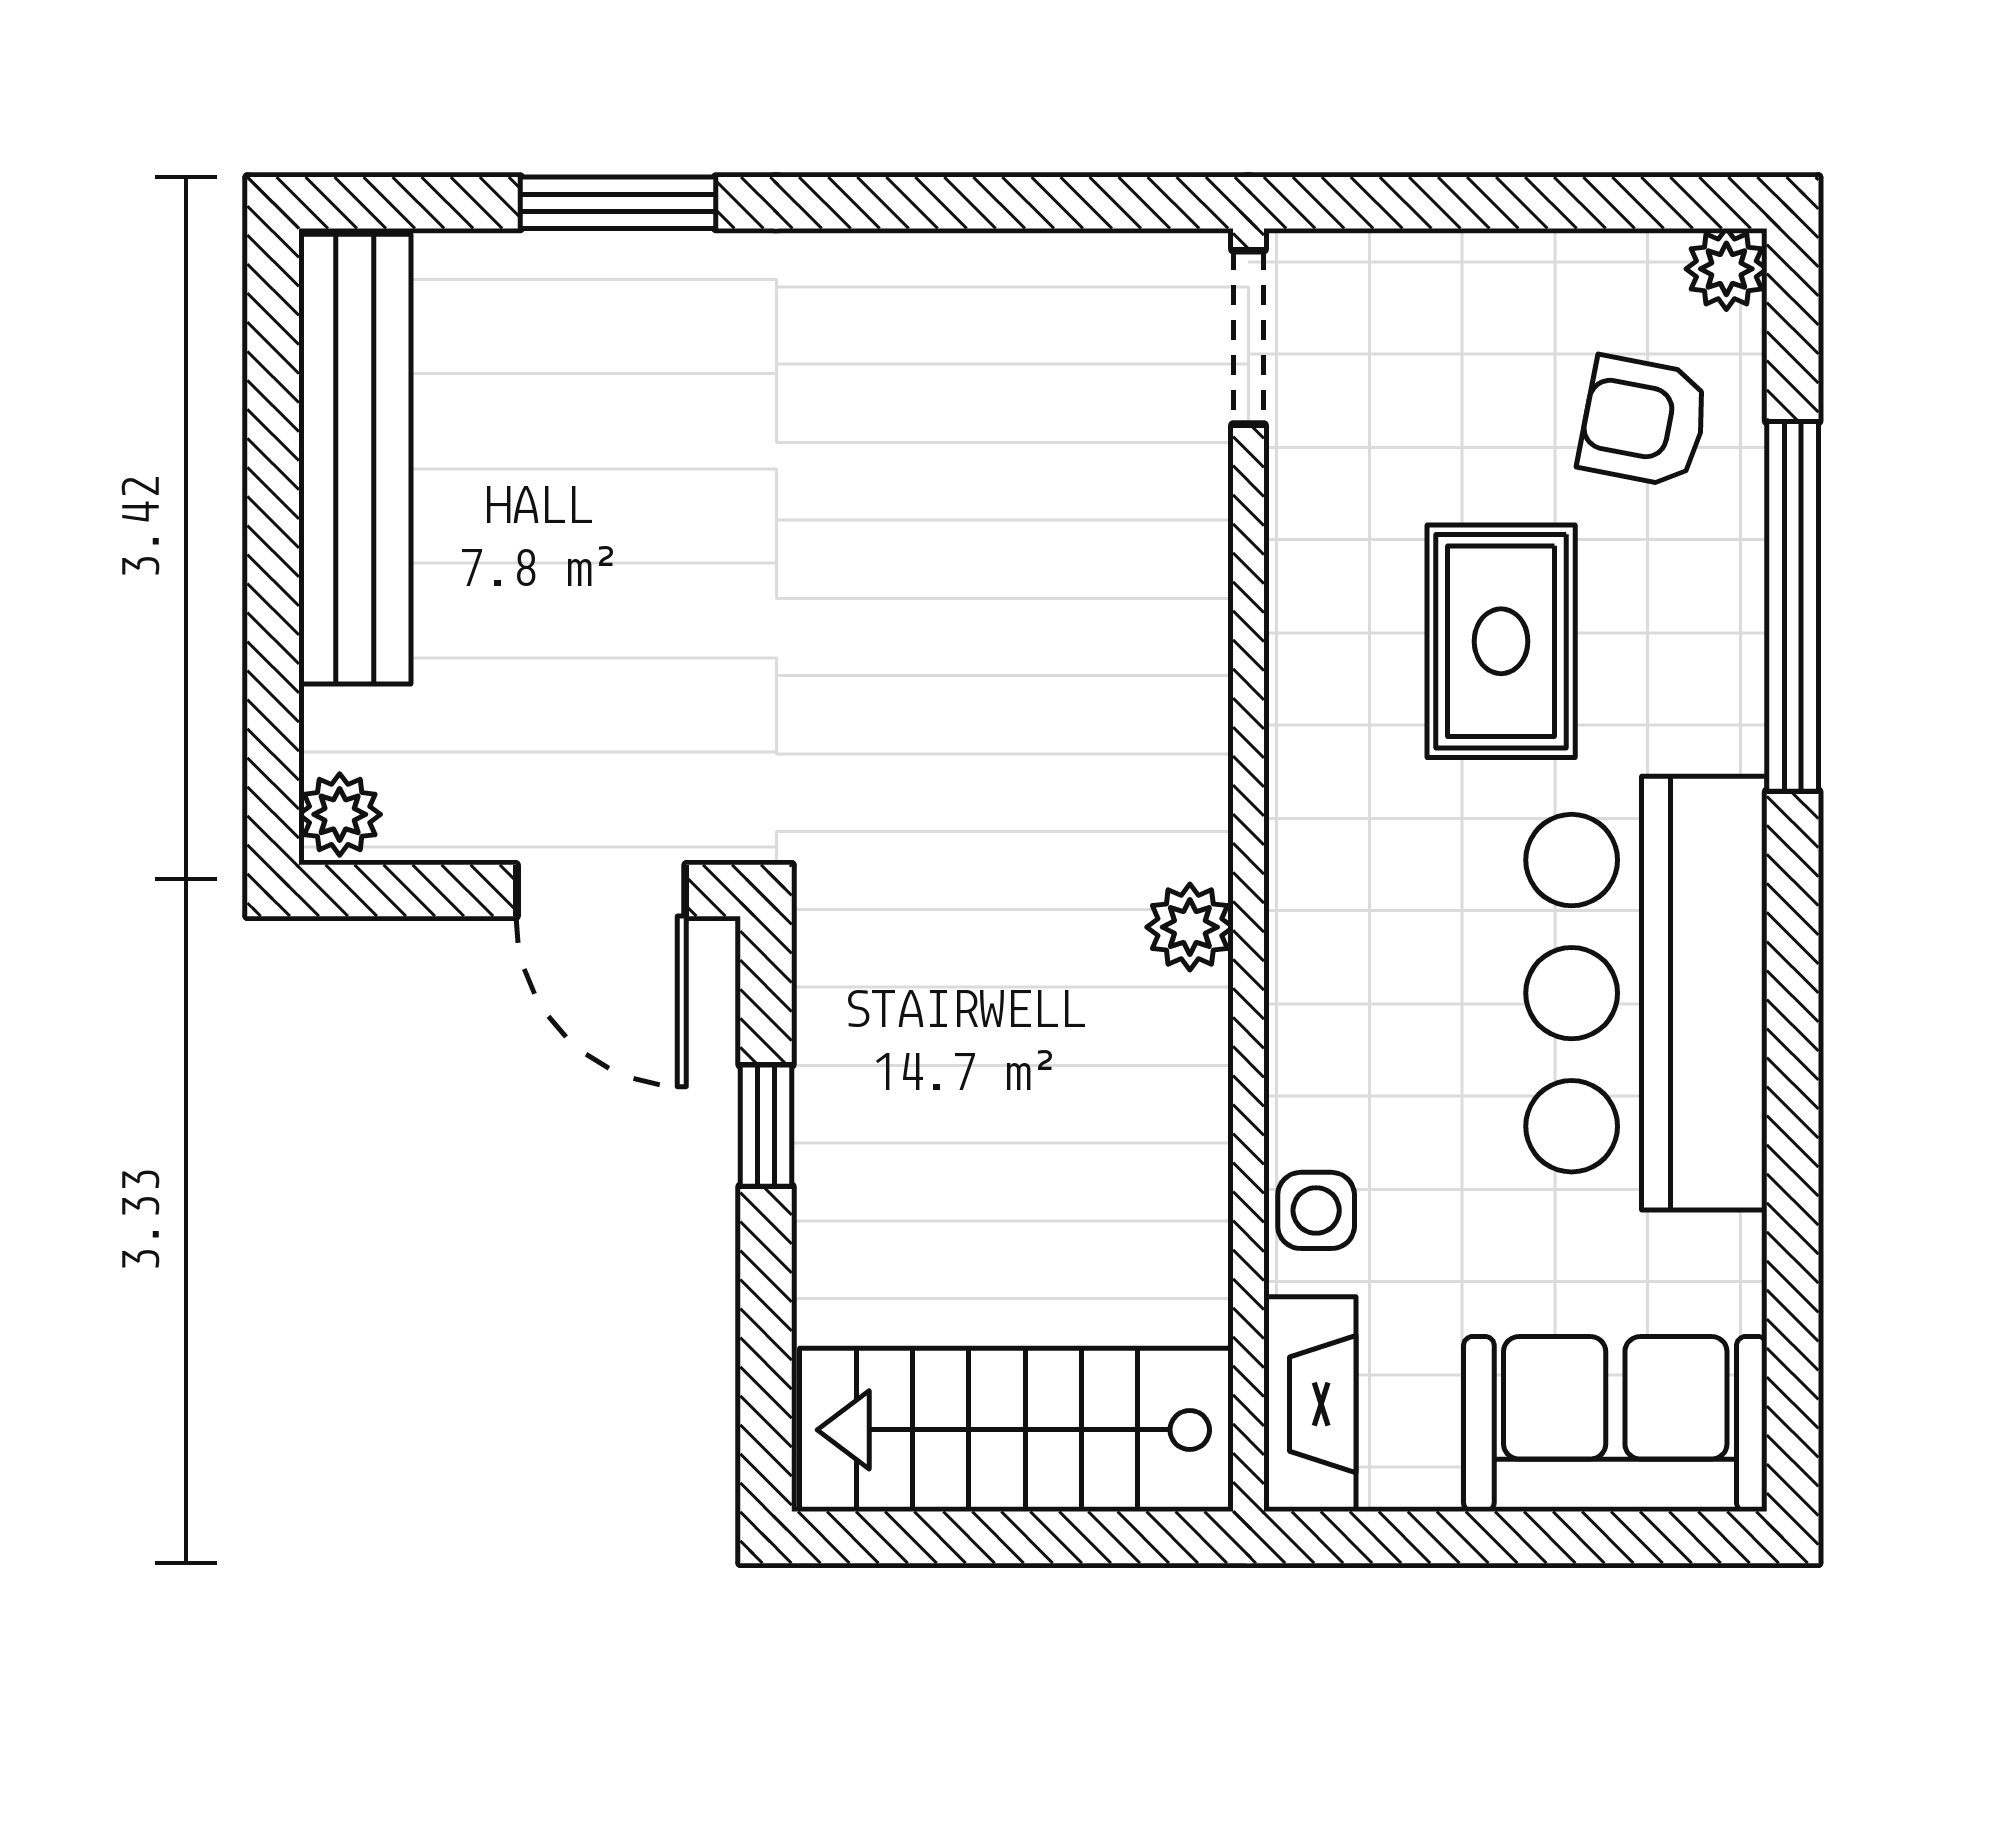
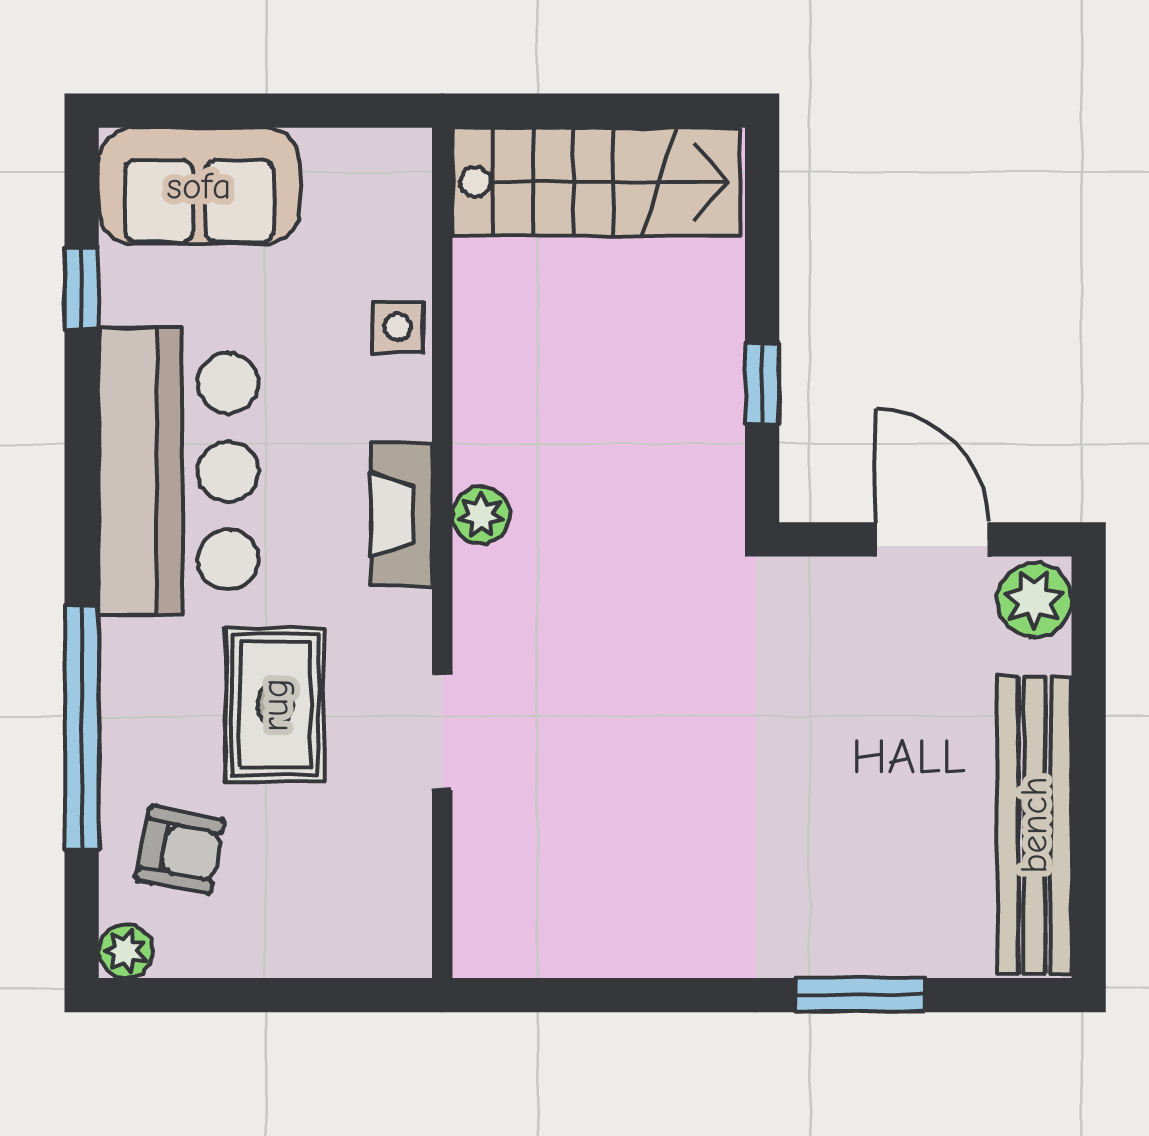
doorway: (1248, 337) -> (442, 732), moved
plant: (340, 814) -> (1034, 600), width x1.38, depth x1.38
door: (601, 891) -> (932, 539), moved
window: (1793, 1270) -> (82, 288), added
fireplace: (1310, 1404) -> (402, 514), moved

